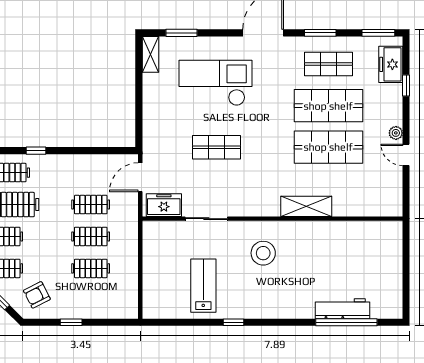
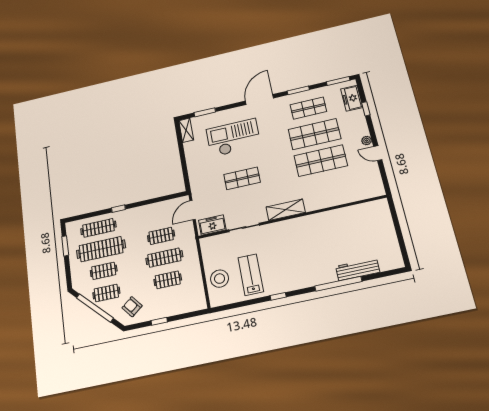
shelving: (306, 206) -> (286, 210), moved
clothes rail: (91, 236) -> (164, 258), width x1.36
stool: (263, 253) -> (220, 279), moved
armchair: (37, 295) -> (132, 307), turned 78
window: (346, 322) -> (338, 284), moved

